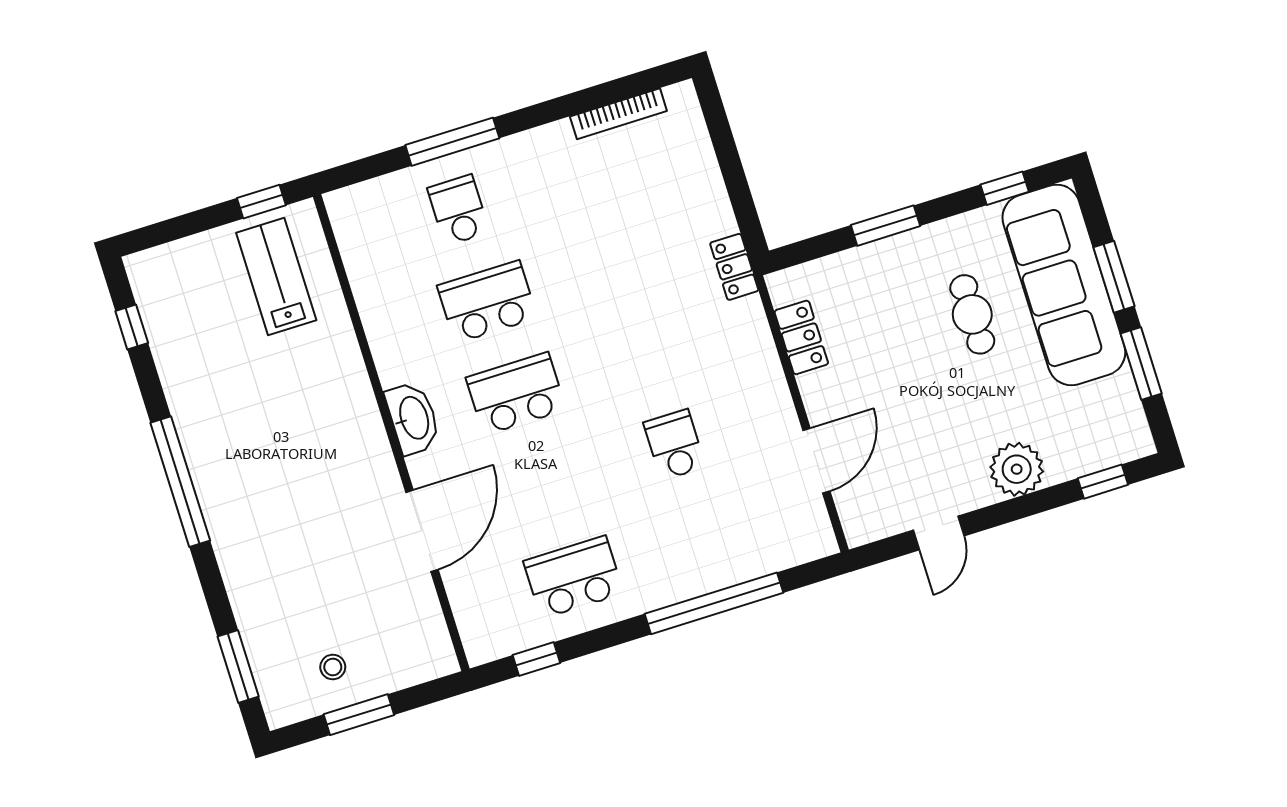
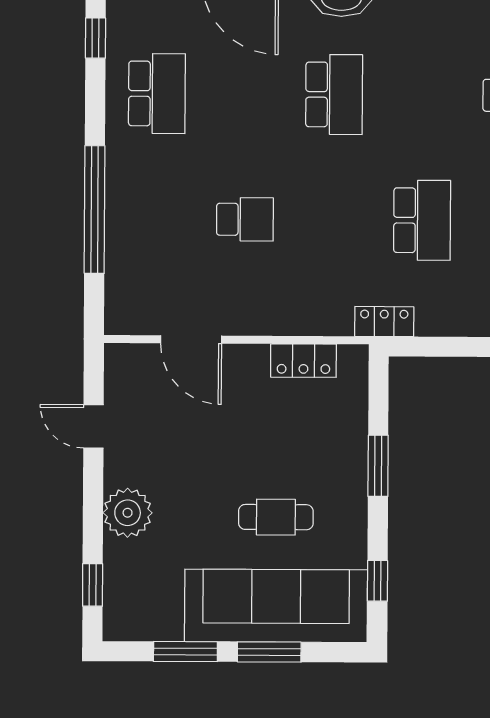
school desk: (487, 302) -> (422, 220), moved

